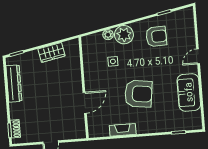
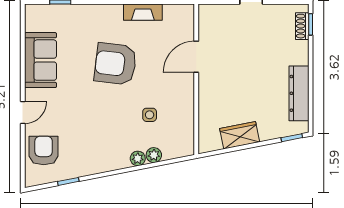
plant: (124, 35) -> (138, 158), width x0.53, depth x0.53
armchair: (156, 36) -> (44, 150), moved, turned 92

